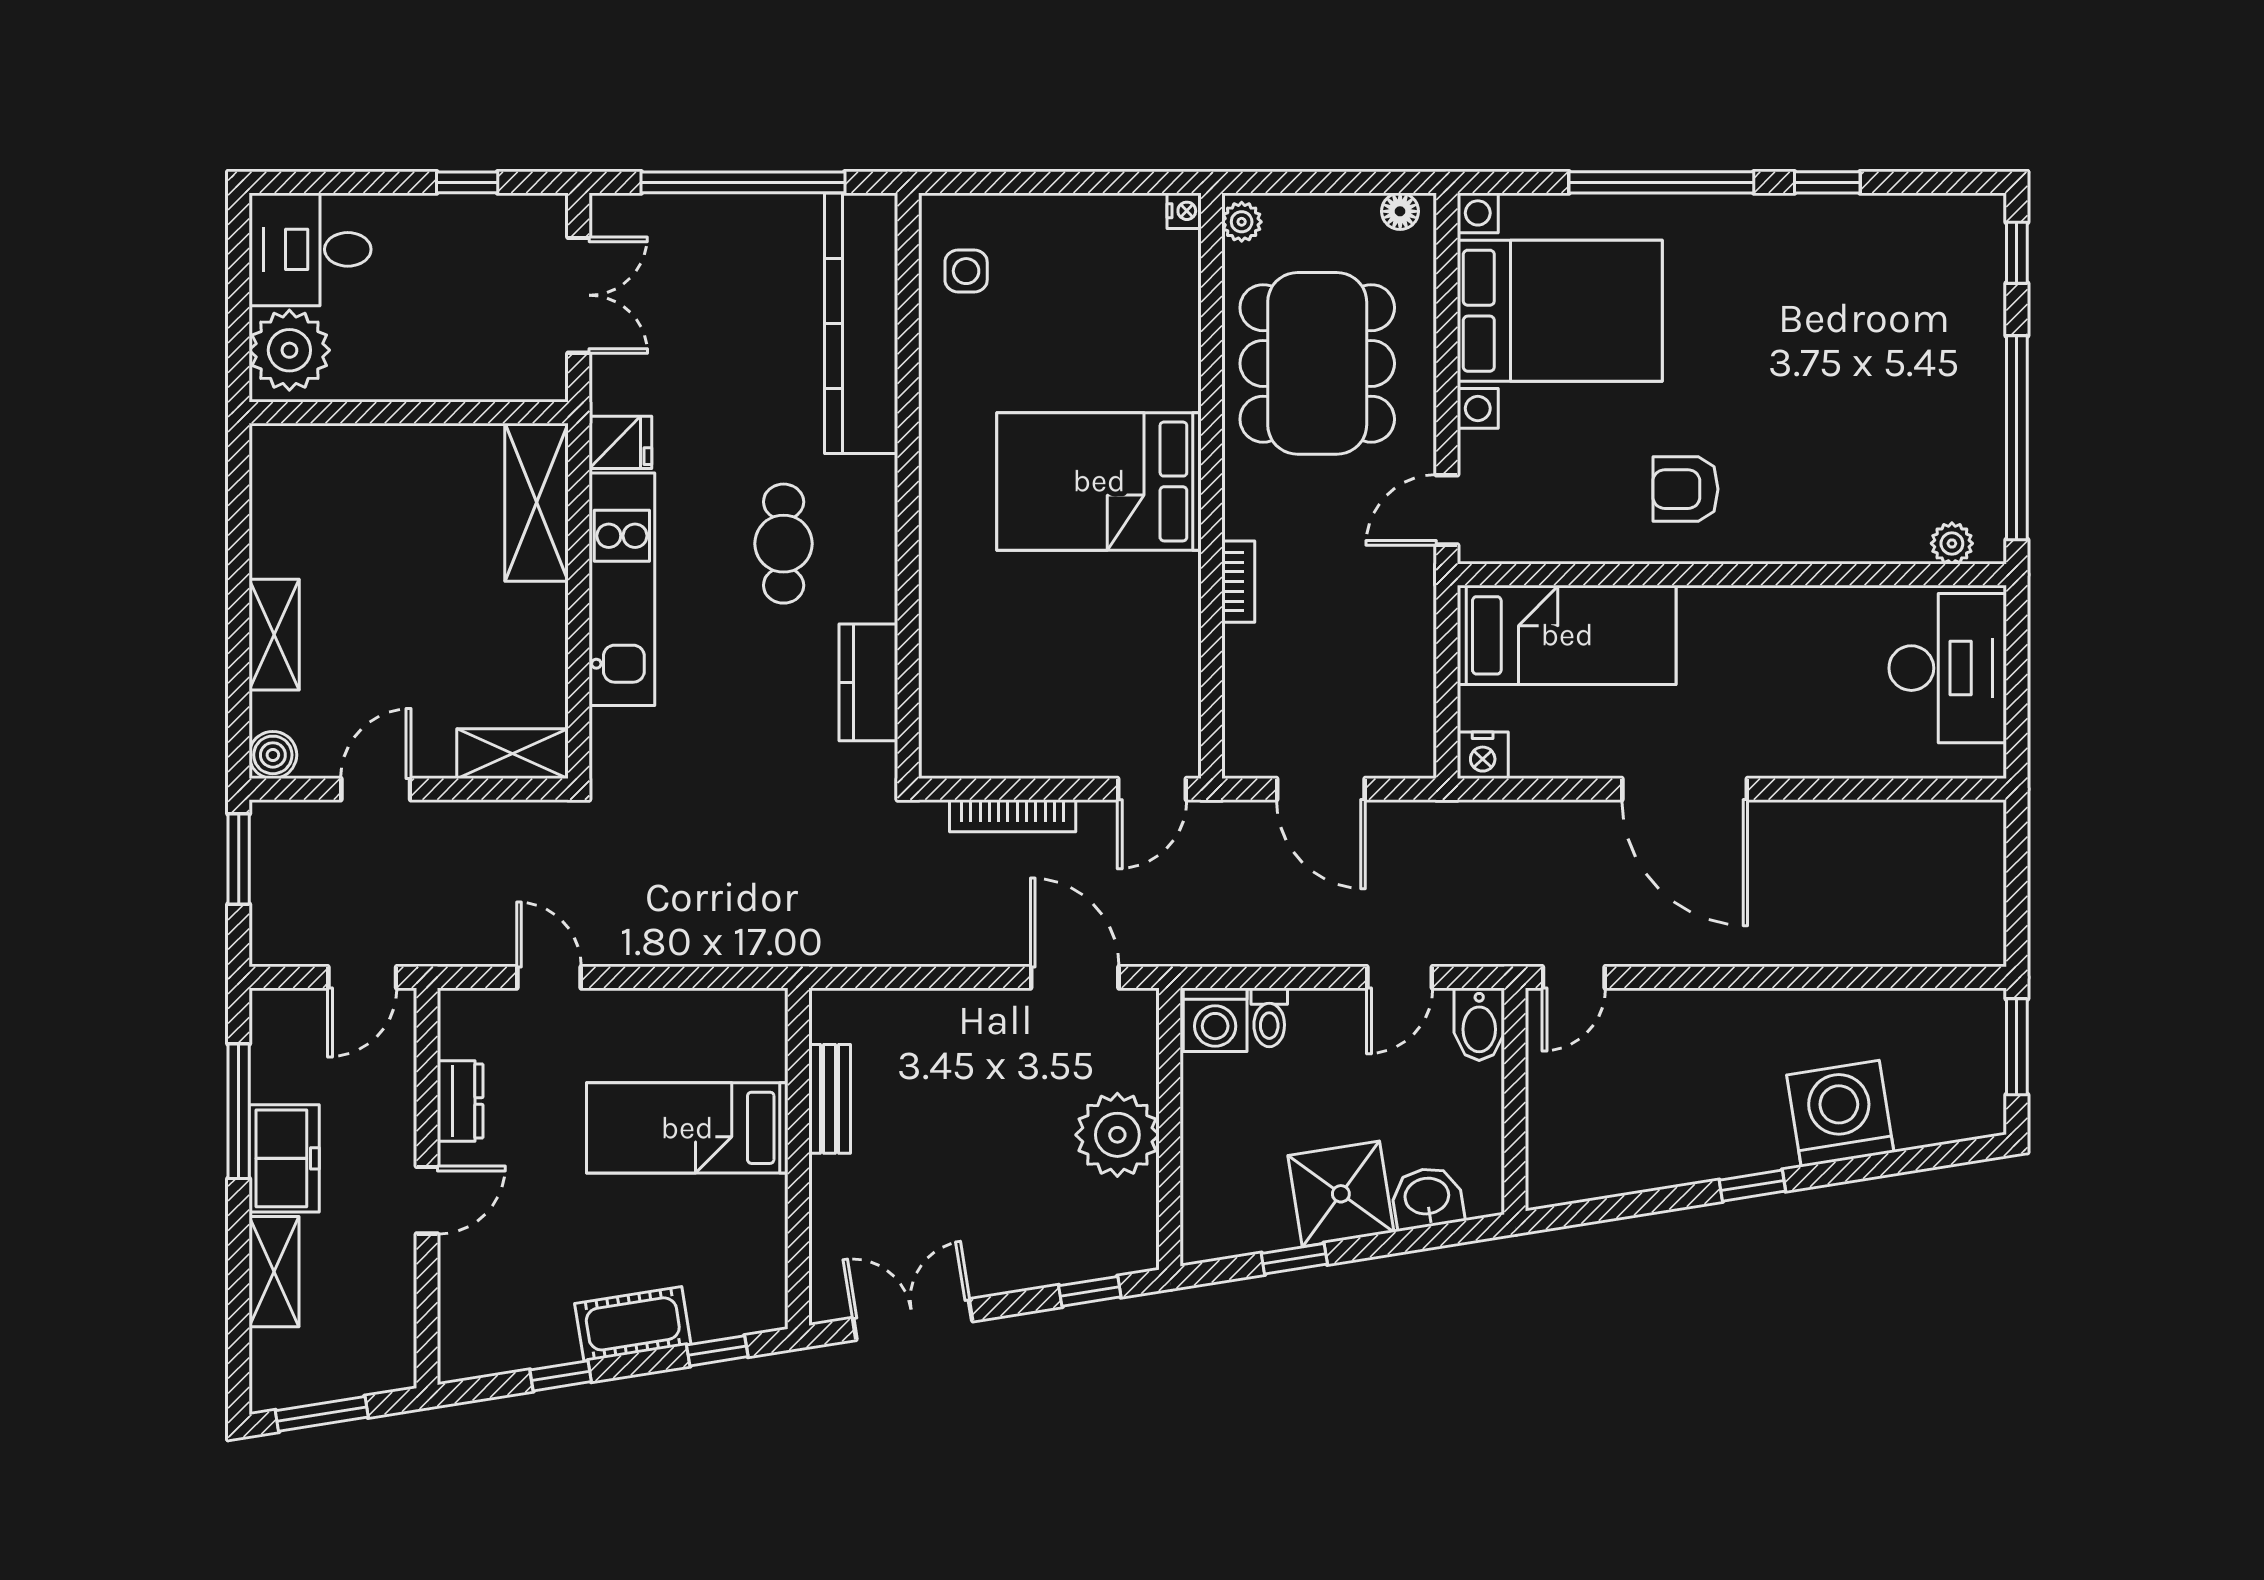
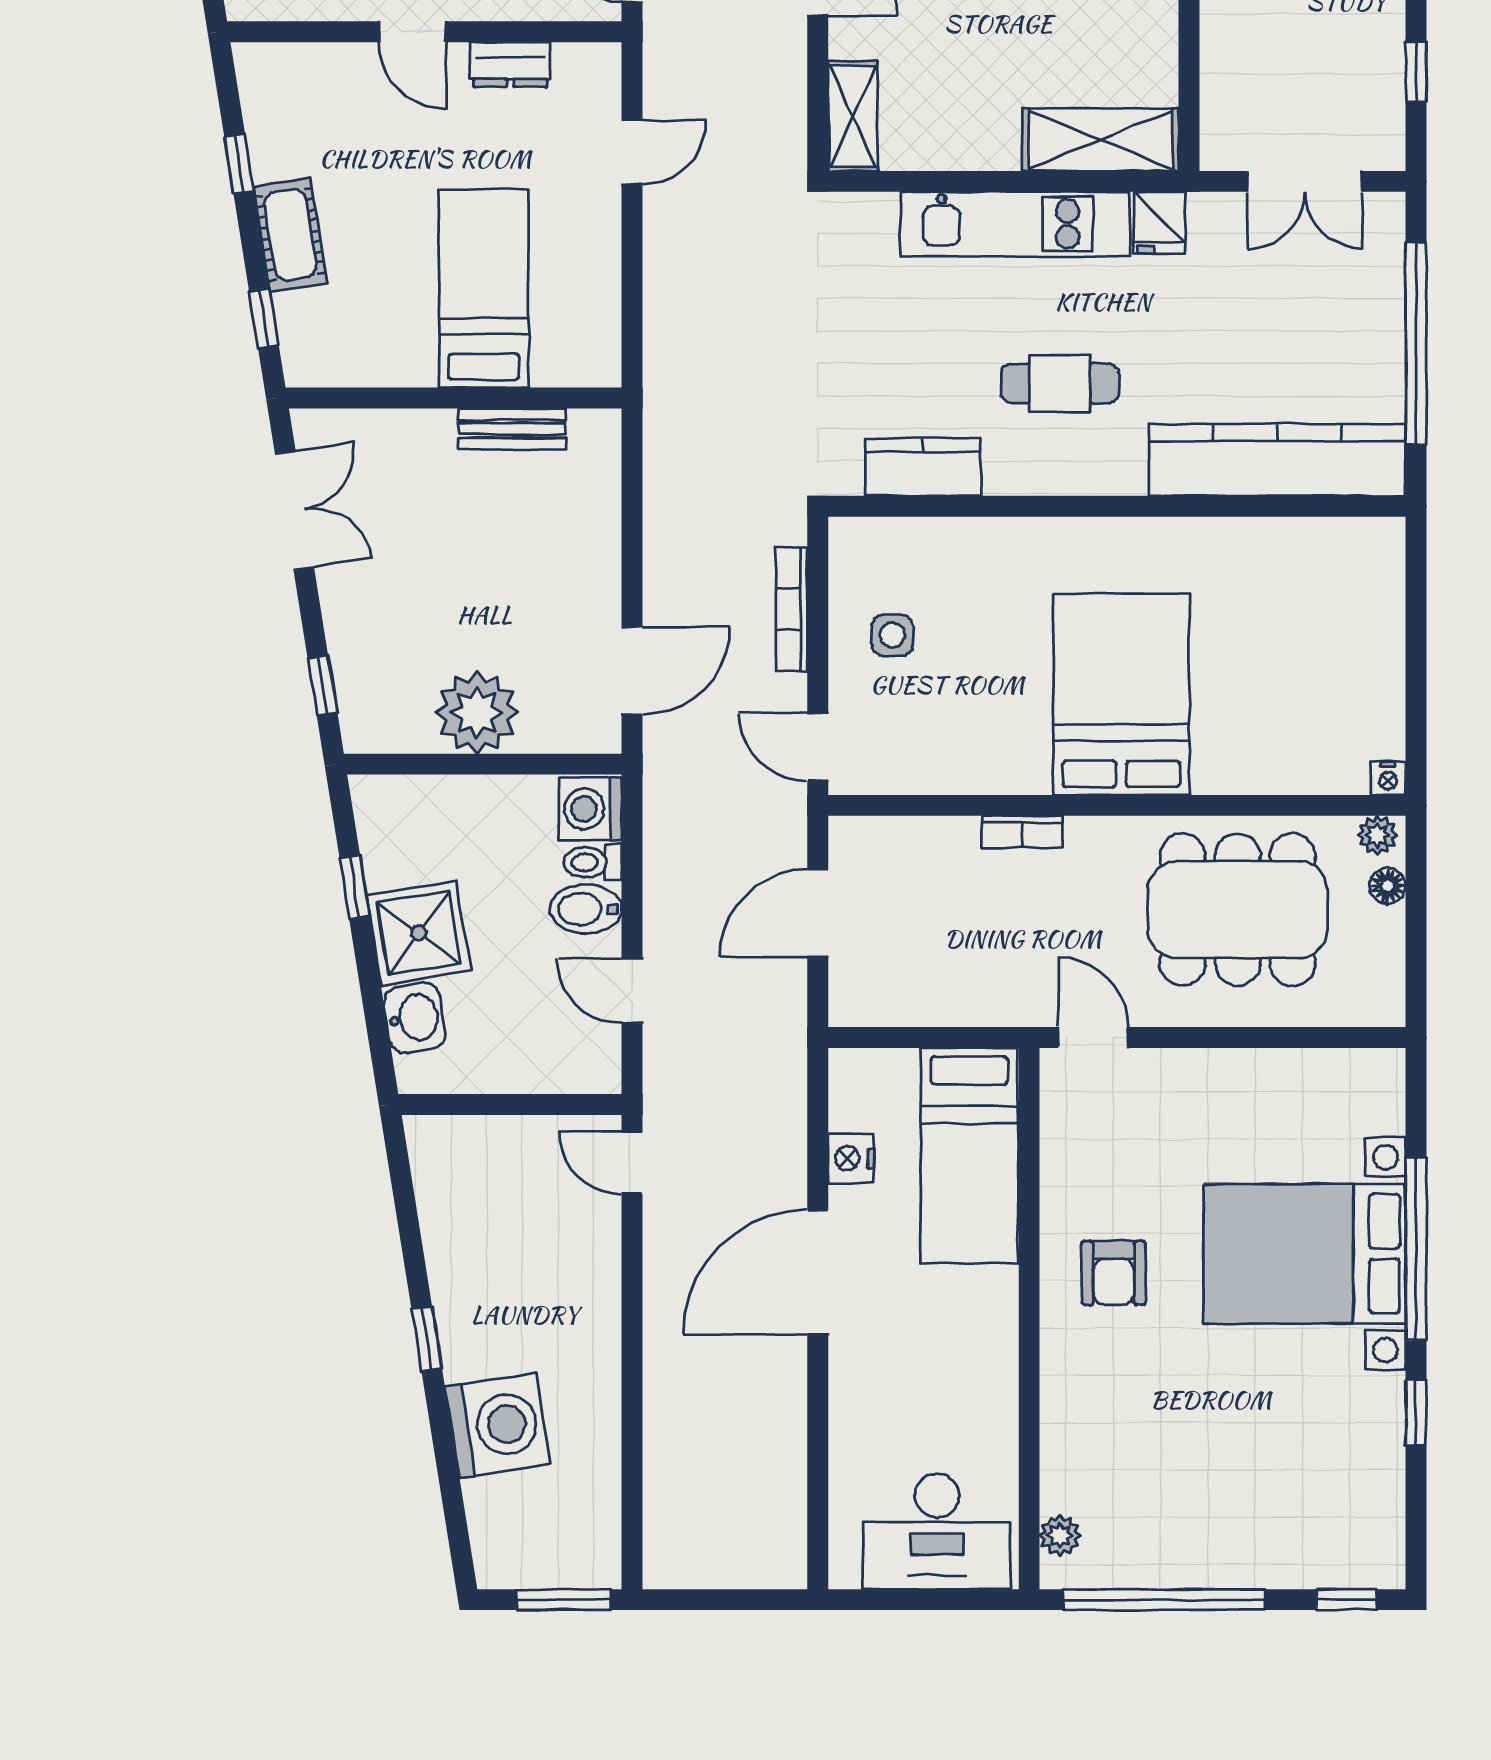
floor lamp: (1400, 211) -> (1388, 886), moved
side table: (966, 271) -> (892, 635), moved
bed with nightstands: (1560, 311) -> (1305, 1254), moved, turned 90
armchair: (1685, 489) -> (1114, 1273), turned 180
nightstand: (1483, 755) -> (851, 1158), moved
bidet: (1479, 1024) -> (586, 909), moved

